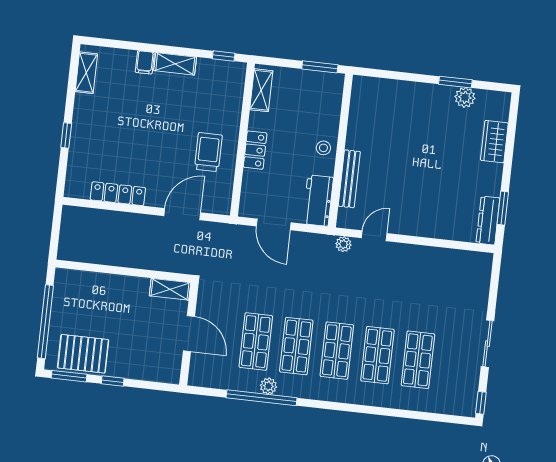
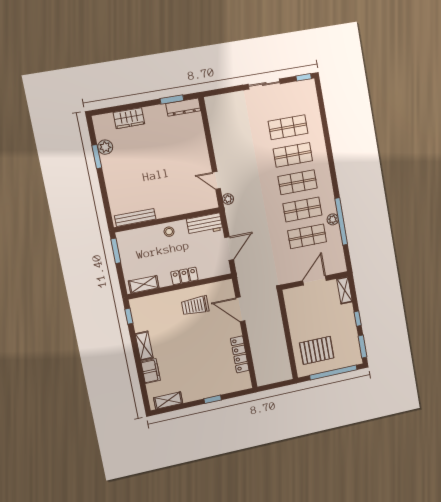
filing cabinet: (145, 62) -> (151, 371), width x2.00
bench: (349, 179) -> (135, 217), moved
shelving: (170, 289) -> (344, 290), moved
pallet: (83, 354) -> (317, 350), moved, turned 90

